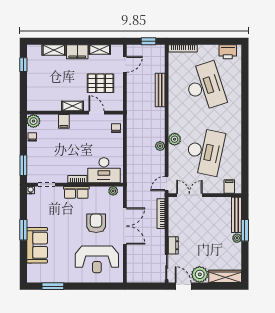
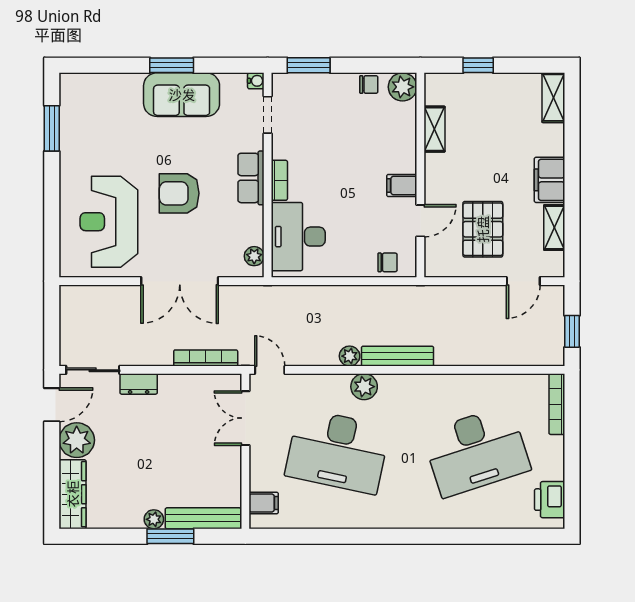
shelving: (54, 50) -> (553, 98), moved
door: (125, 64) -> (523, 281), hinge flipped
window: (23, 65) -> (478, 65), moved
bench: (160, 90) -> (398, 356), moved
shelving: (72, 106) -> (434, 129), moved
filing cabinet: (64, 121) -> (402, 186), moved
double door: (189, 195) -> (245, 418), swing flipped
armchair: (96, 223) -> (179, 193), moved, turned 180
sofa: (37, 245) -> (182, 95), moved

